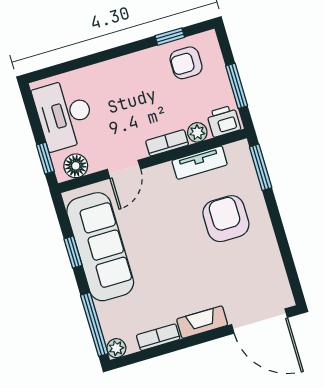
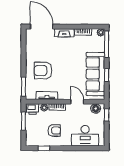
armchair: (186, 63) -> (54, 130), moved
desk: (64, 114) -> (85, 136), moved, turned 90
door: (124, 169) -> (77, 102), hinge flipped
armchair: (226, 219) -> (43, 71), turned 90

